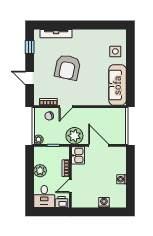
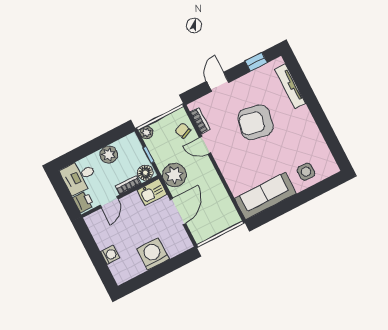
floor lamp: (64, 153) -> (145, 173), added
washing machine: (121, 179) -> (153, 254), width x1.89, depth x1.89
door: (70, 186) -> (109, 202), swing flipped

